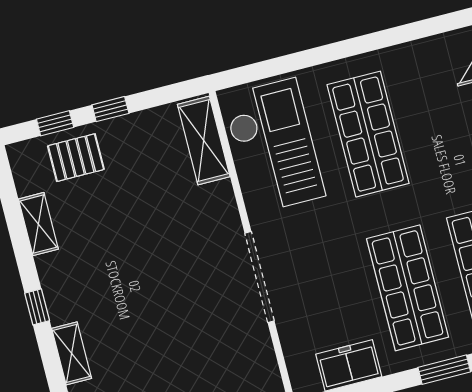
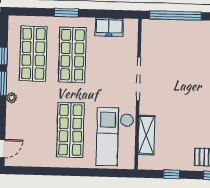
window: (110, 109) -> (172, 174), moved
shelving: (204, 141) -> (146, 135), moved

